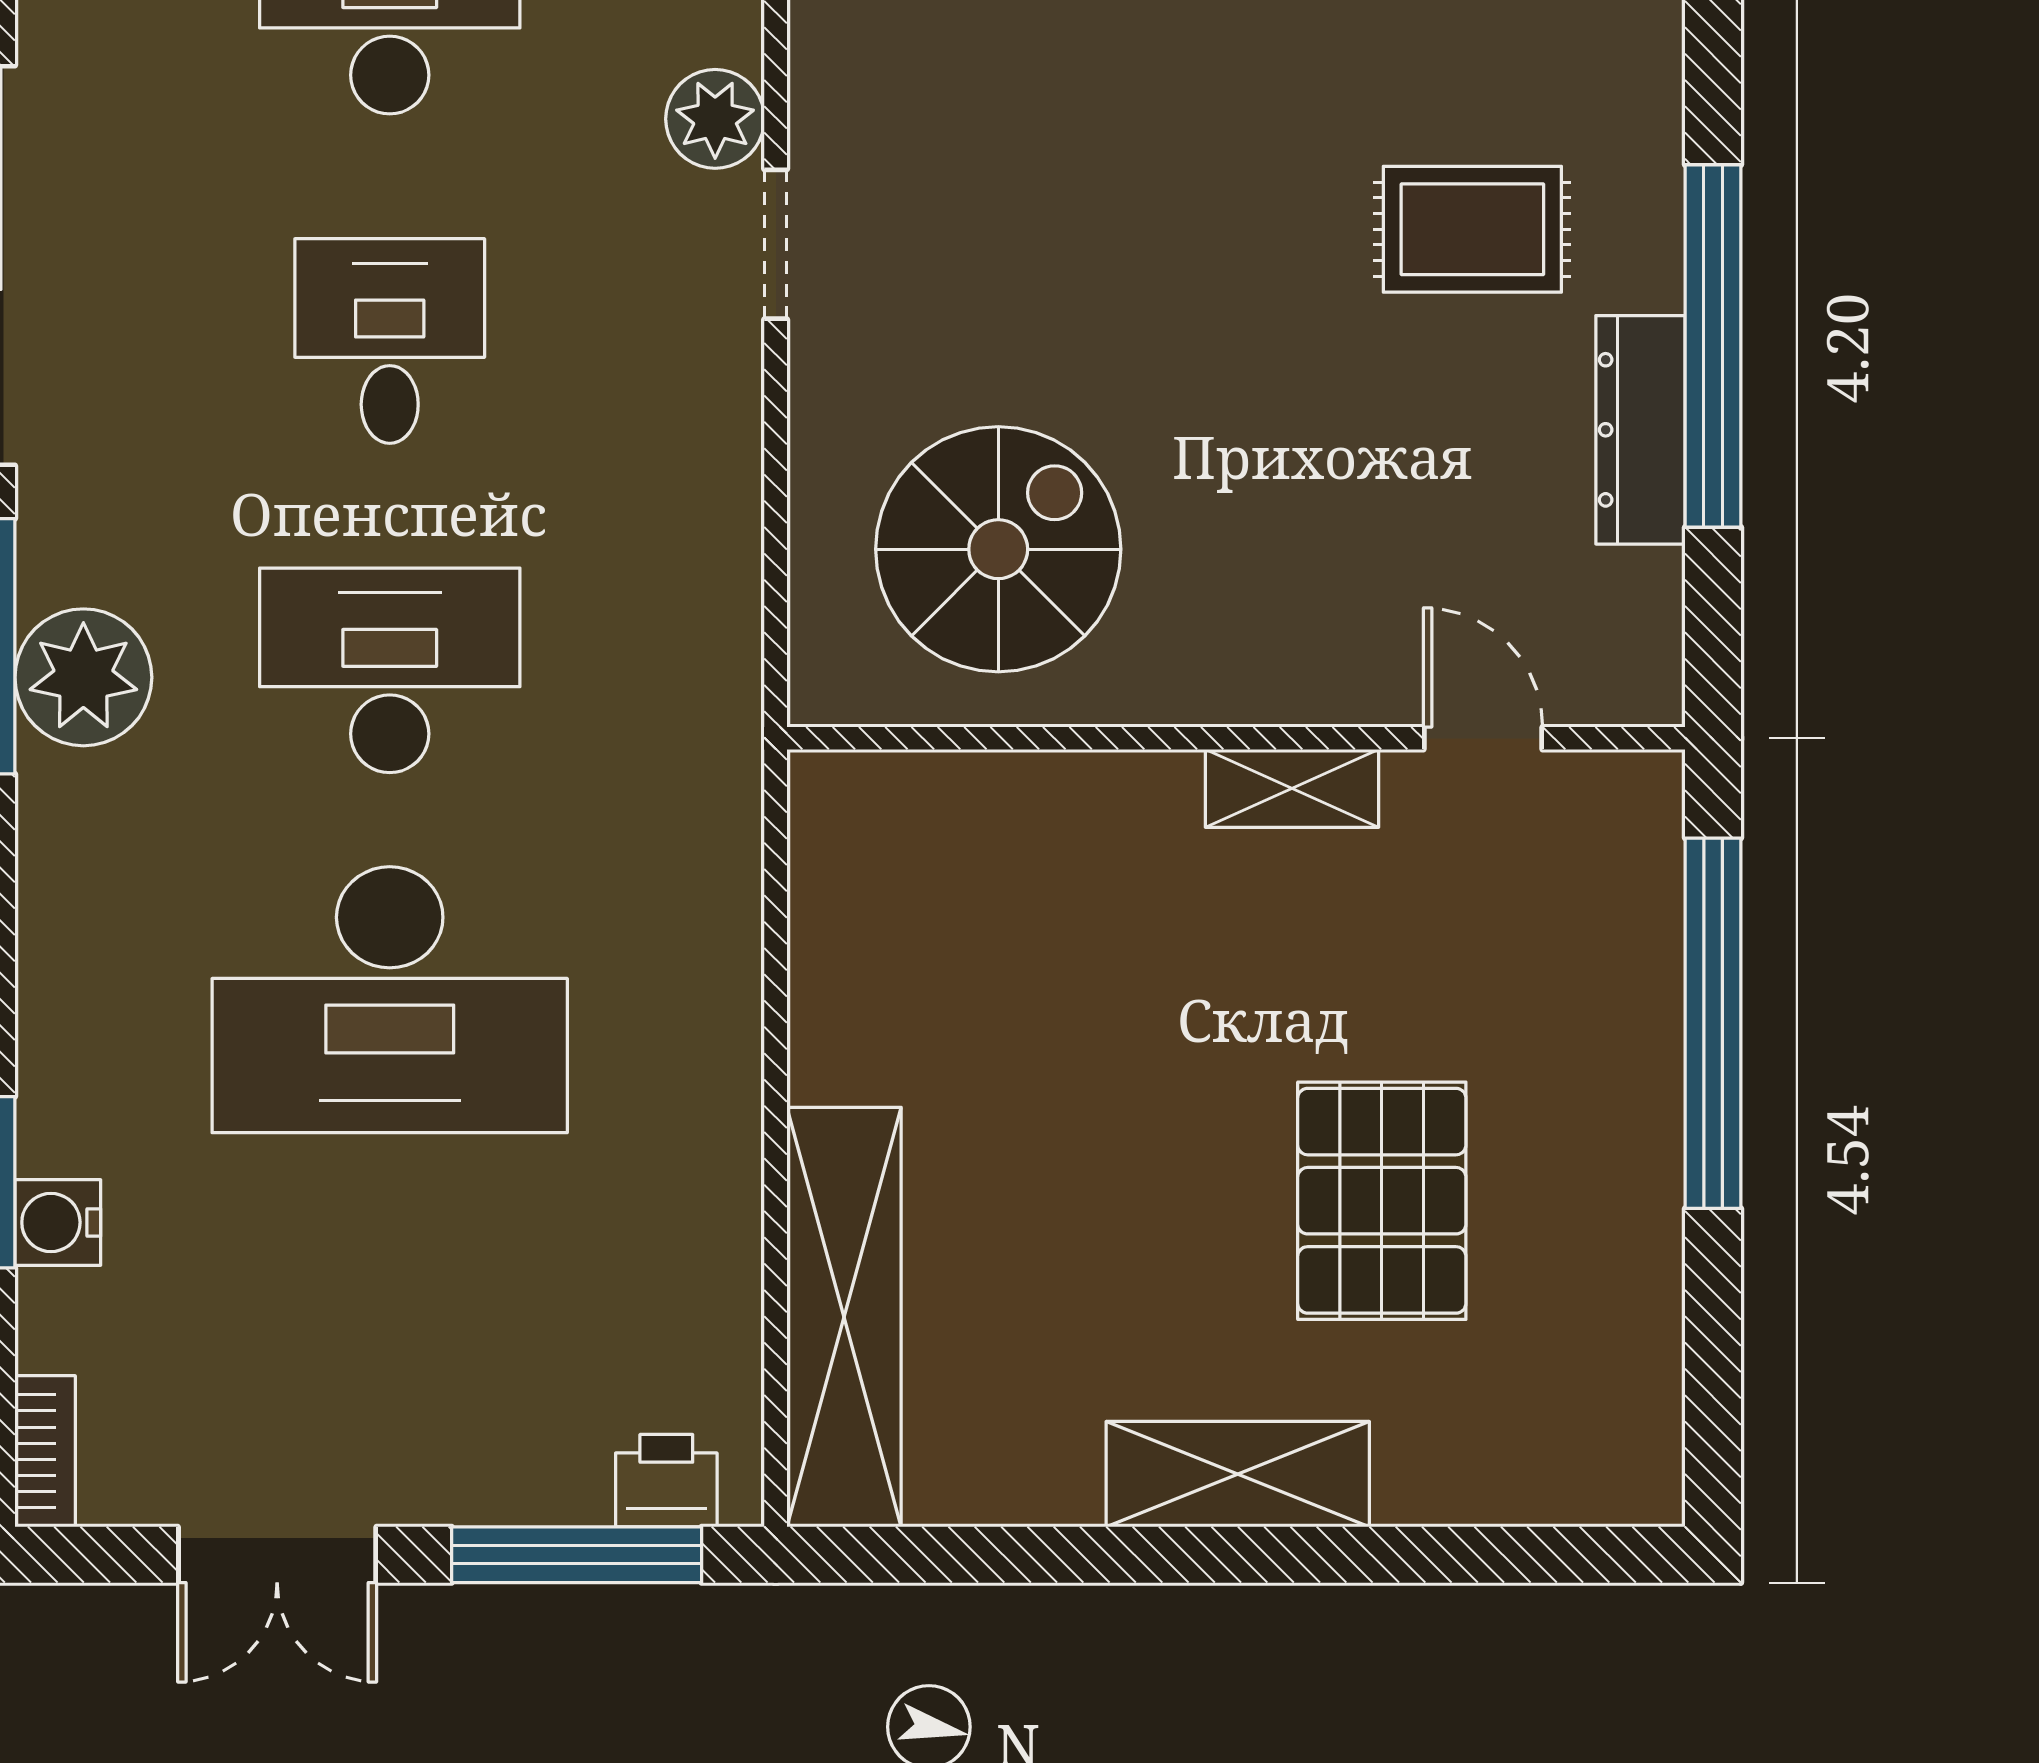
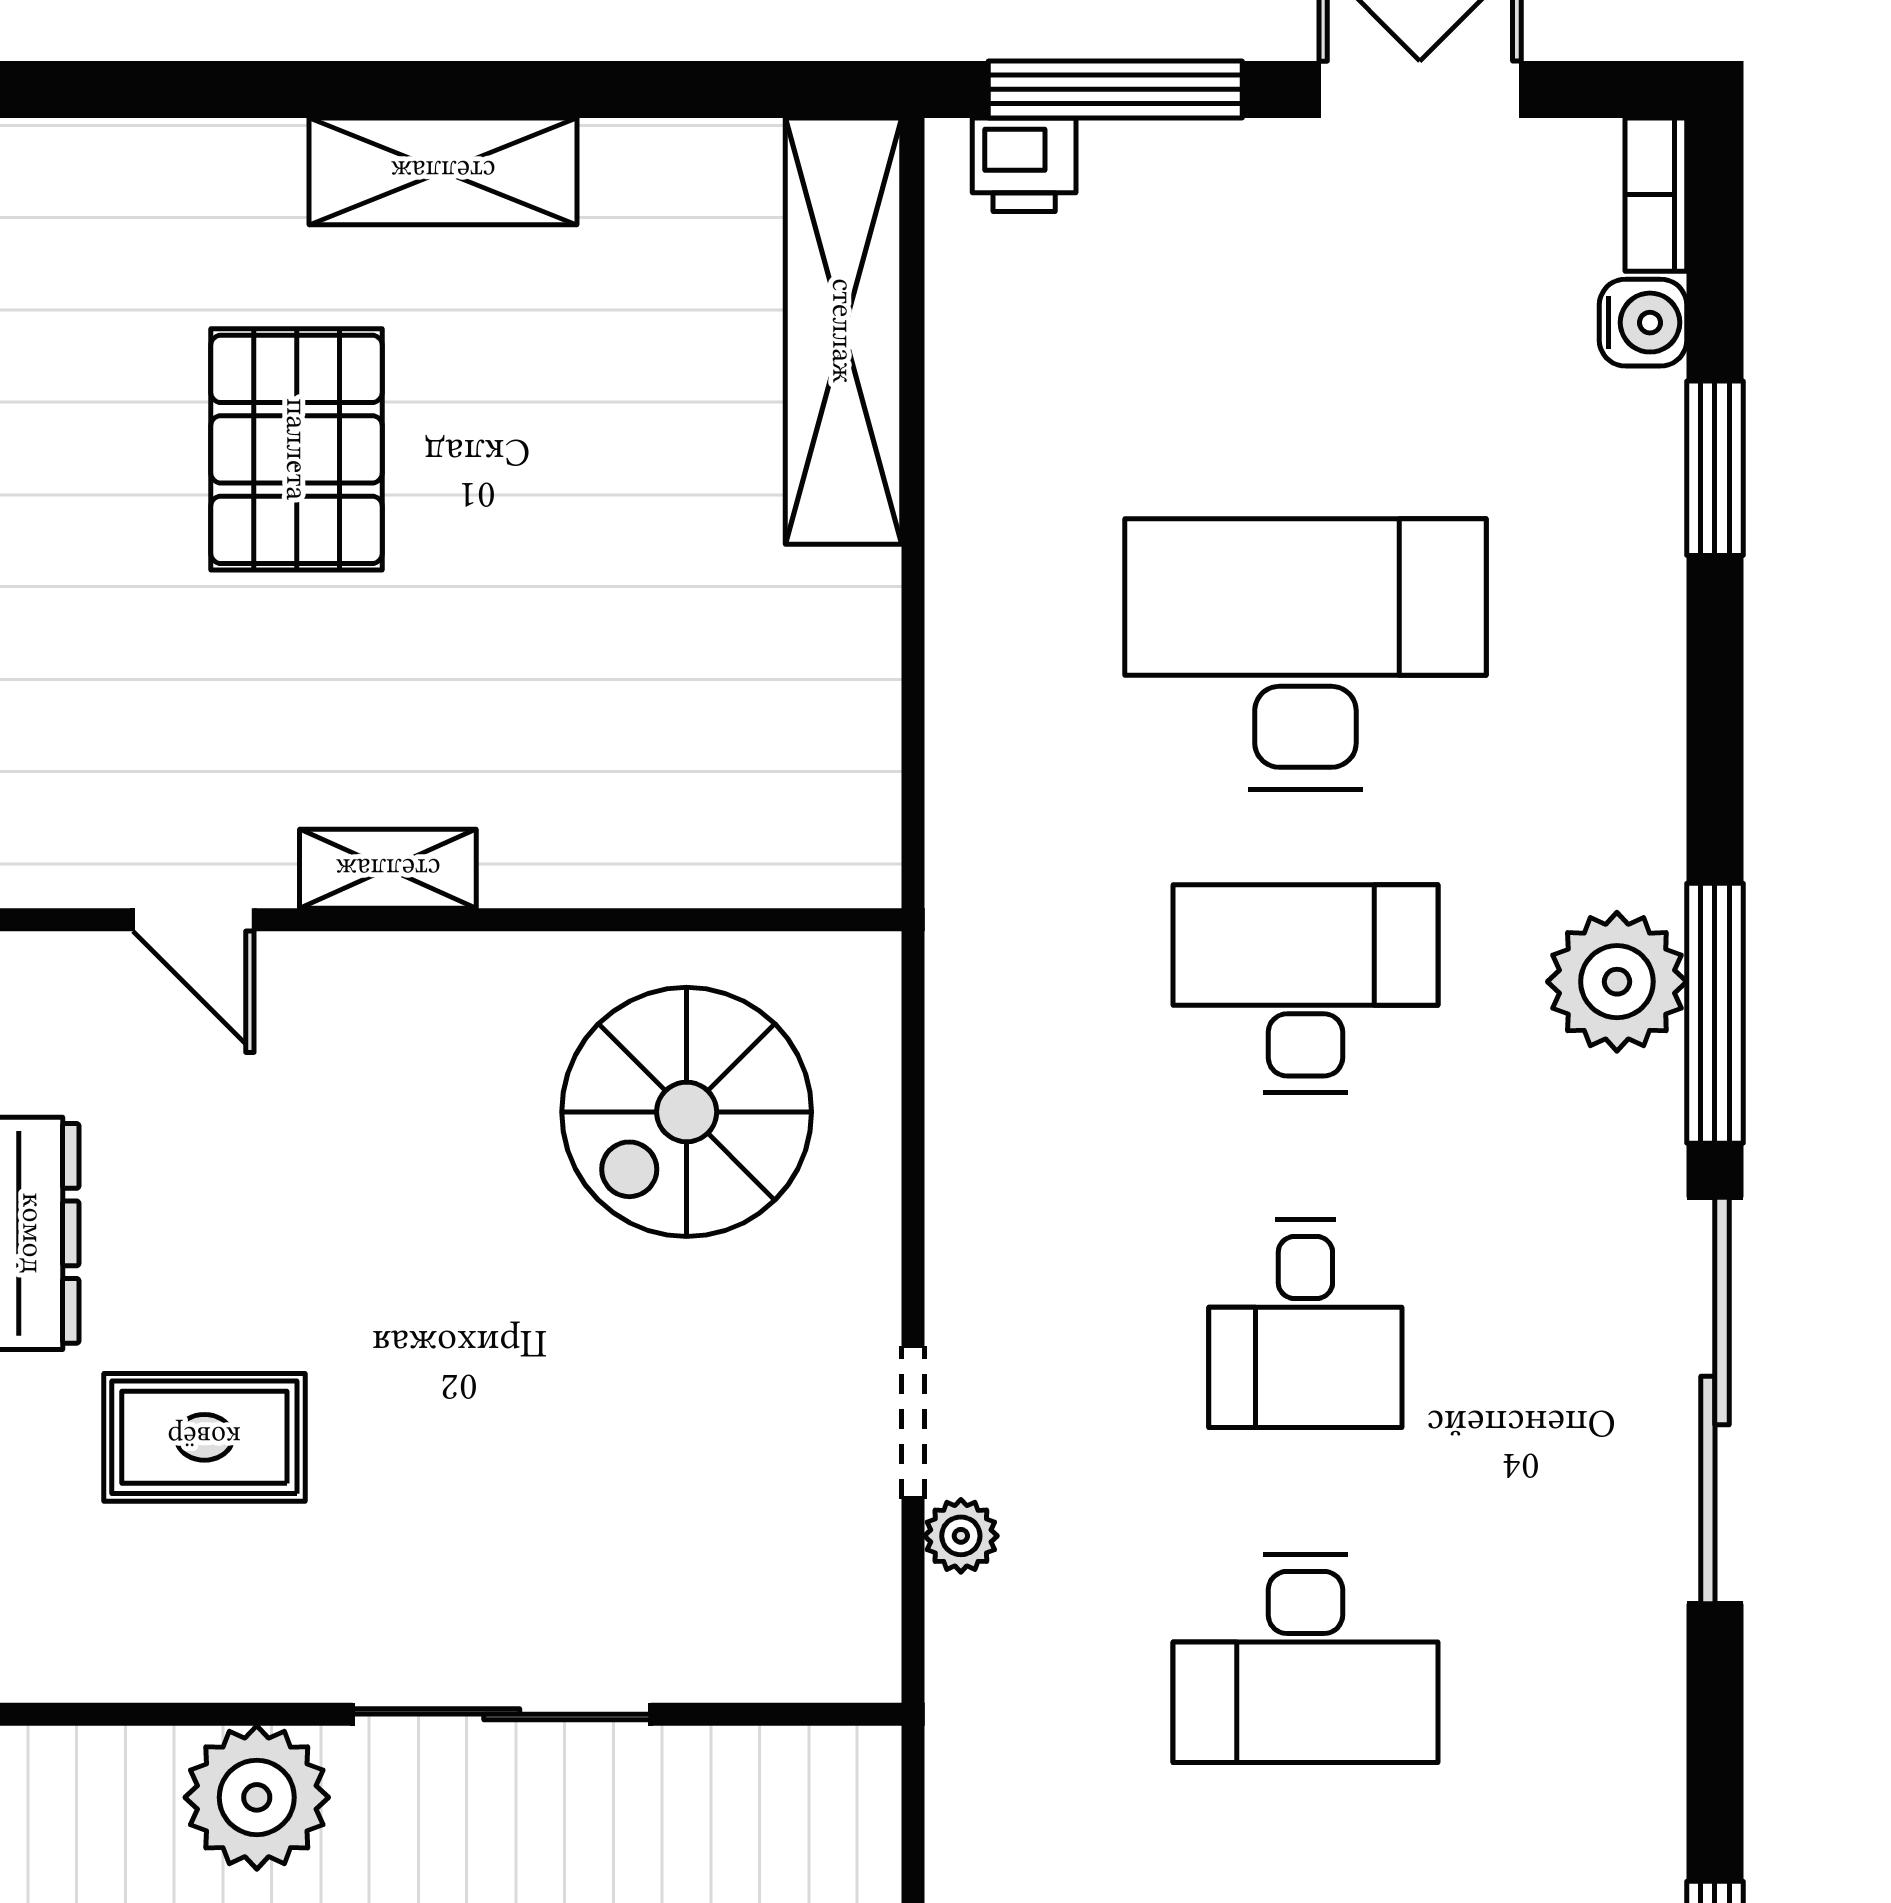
plant: (715, 119) -> (961, 1536), width x0.73, depth x0.73
desk: (390, 670) -> (1305, 989), turned 180
water cooler: (58, 1222) -> (1643, 323), moved

